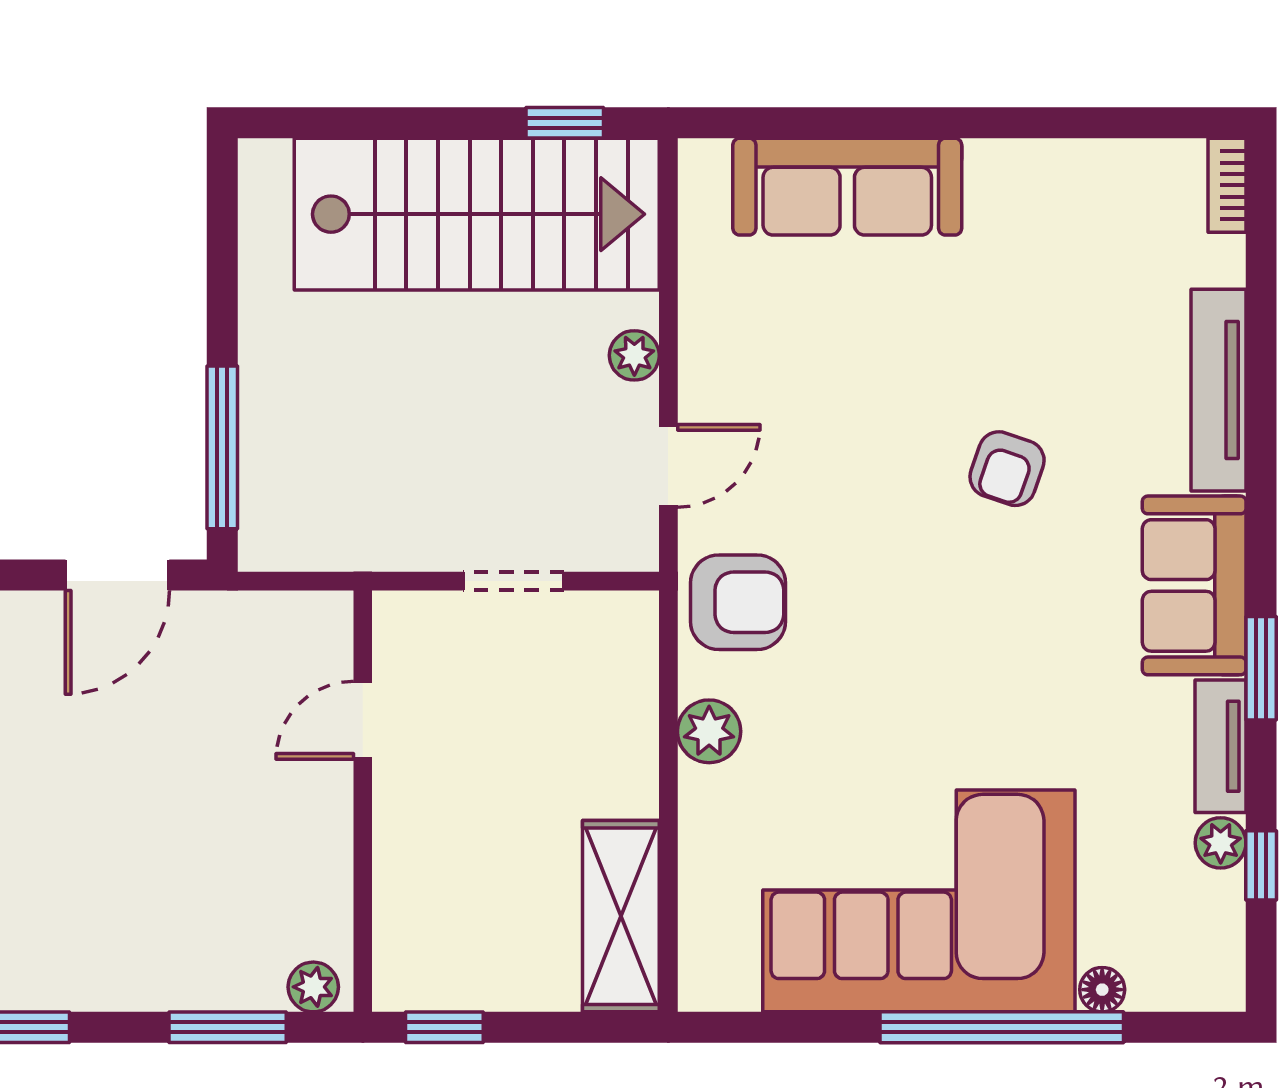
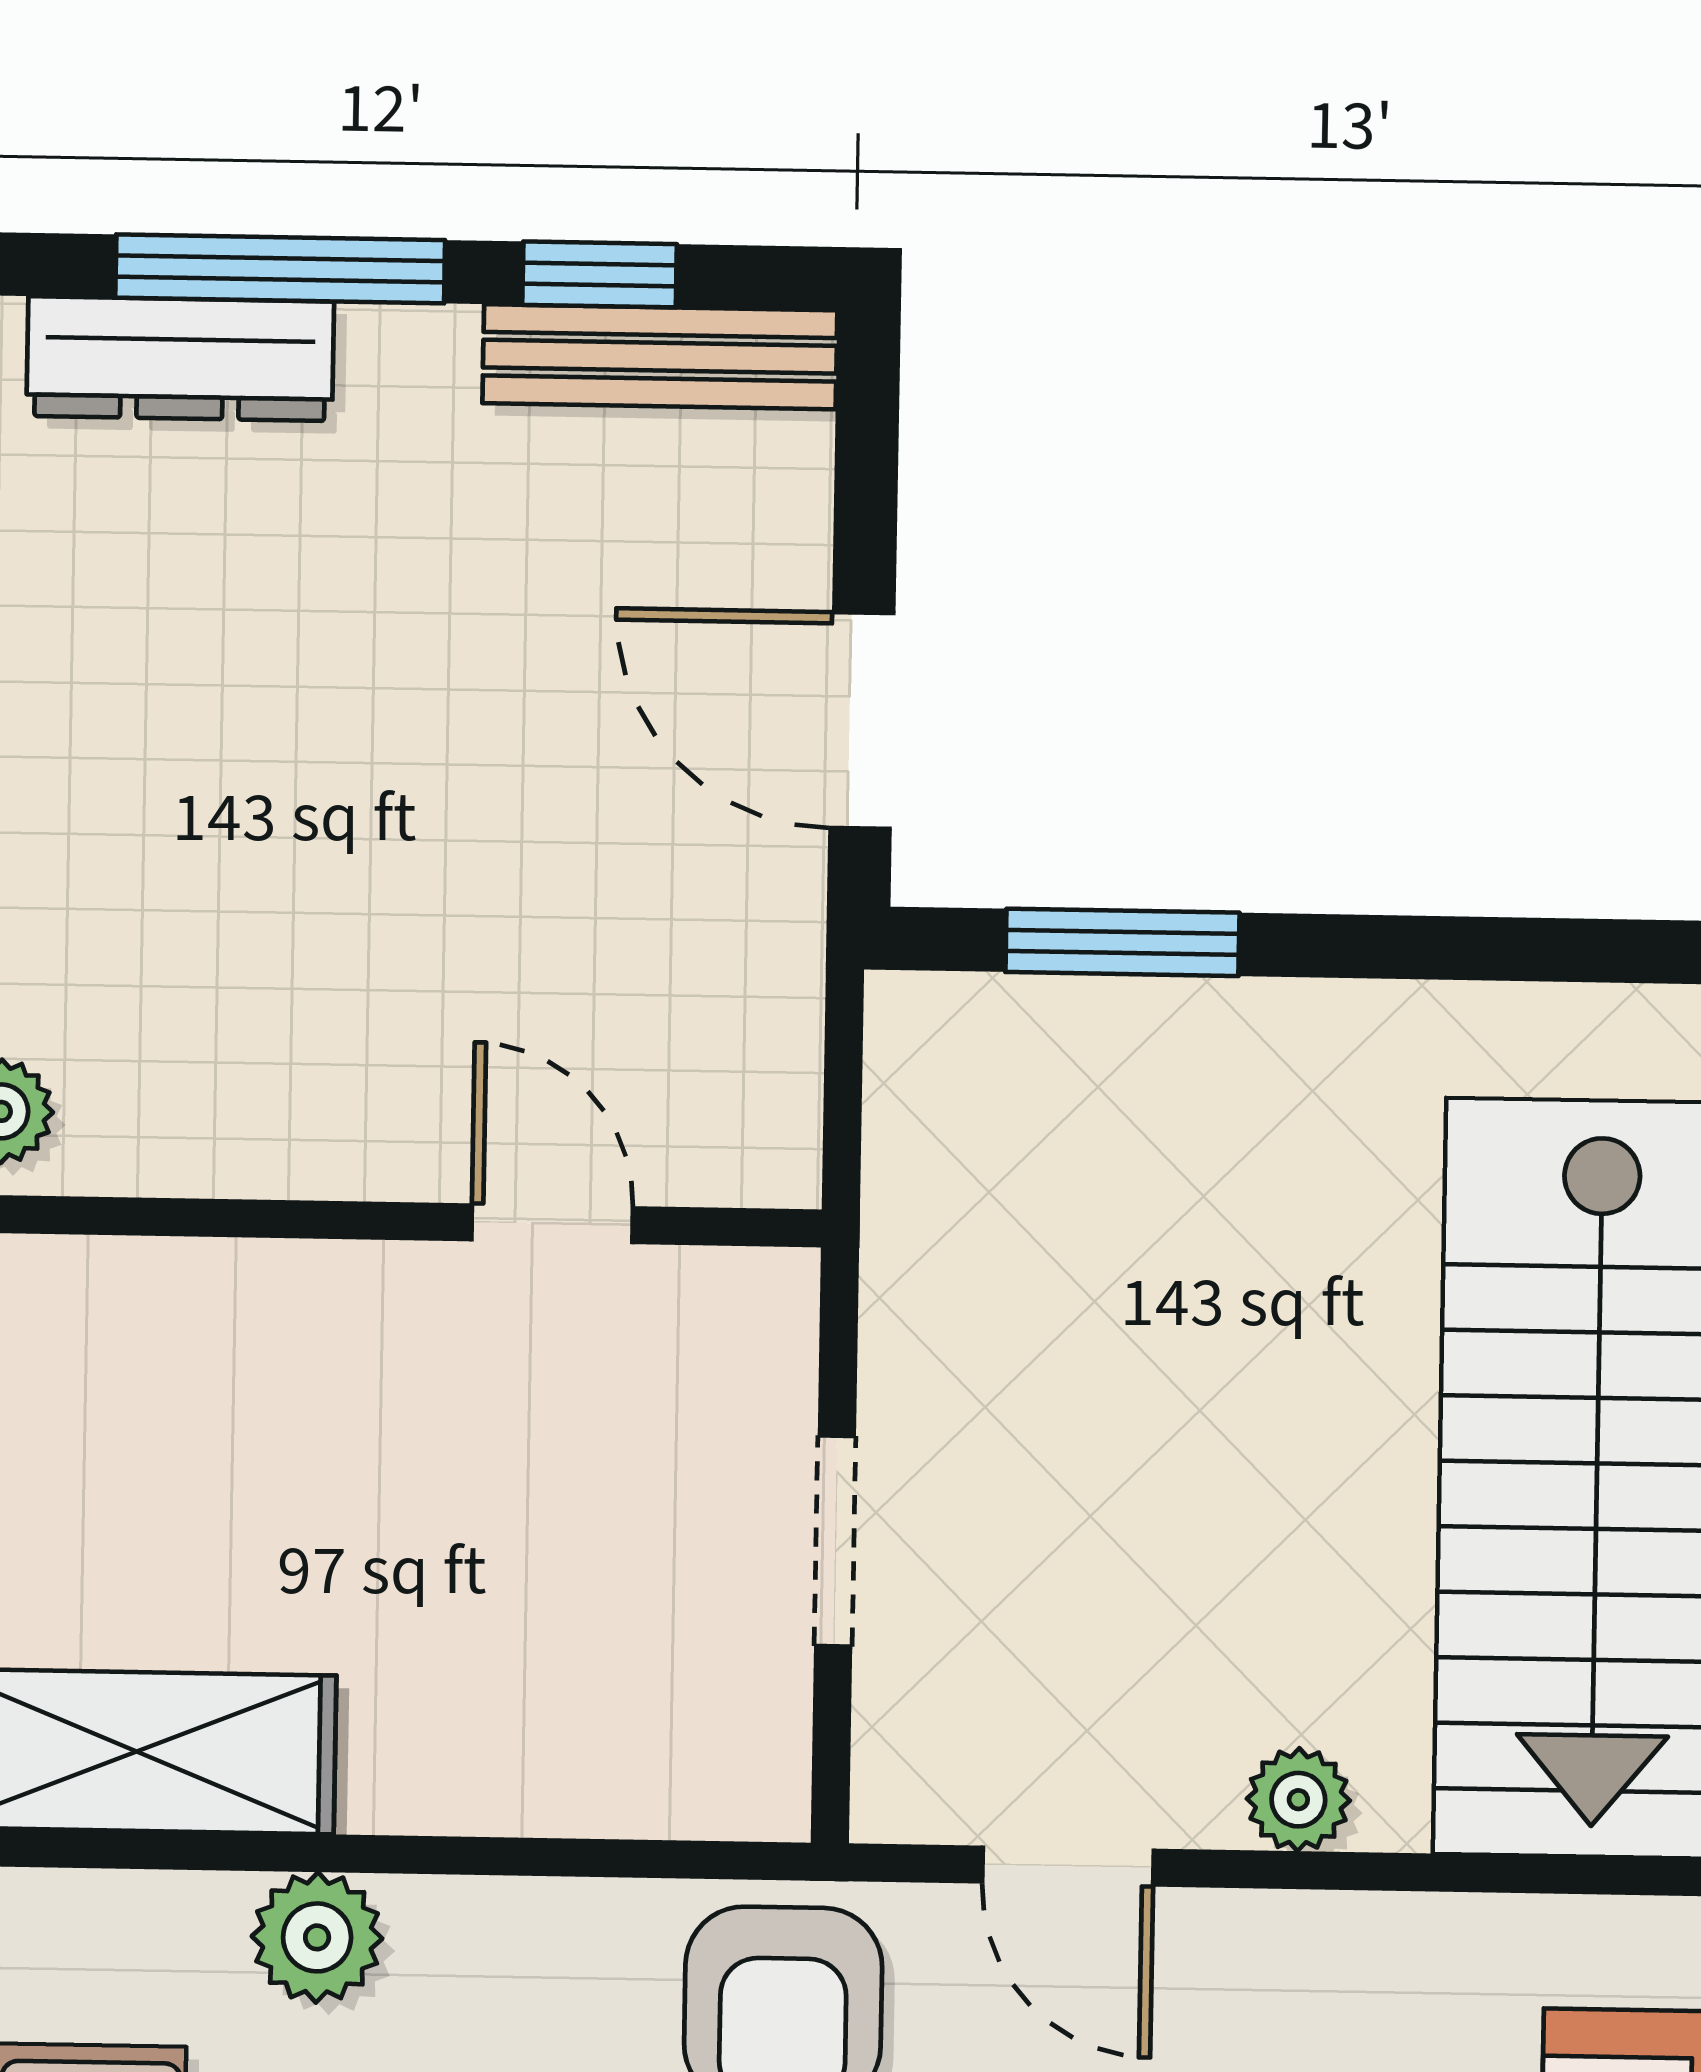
window: (222, 447) -> (1122, 942), width x0.69
plant: (709, 731) -> (317, 1937), moved

